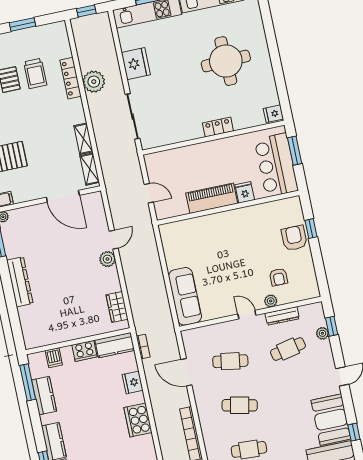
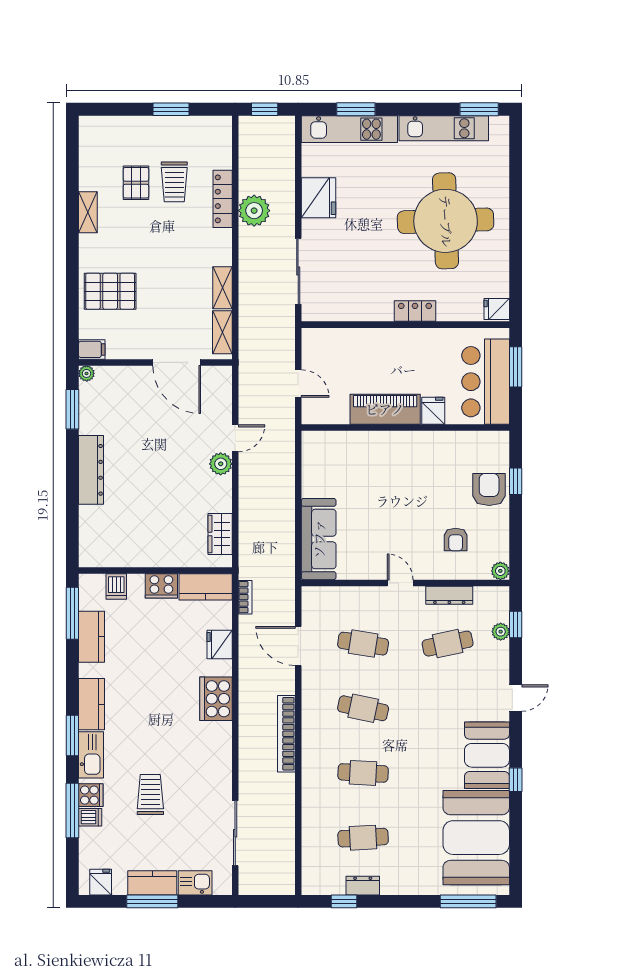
round table: (226, 61) -> (446, 221), width x1.36, depth x1.36
plant: (271, 301) -> (500, 571), moved

